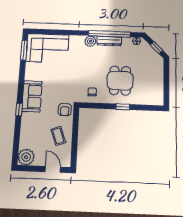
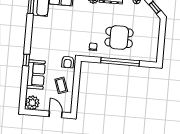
dining table: (120, 81) -> (119, 37), turned 90
sofa: (32, 96) -> (36, 74), moved
window: (123, 107) -> (120, 62), width x3.17

